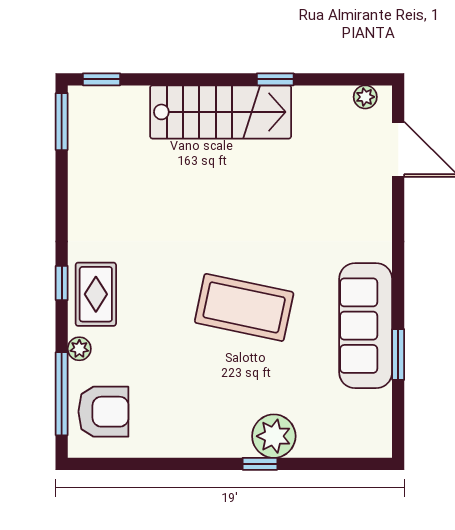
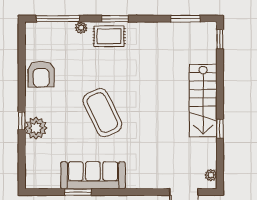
window: (62, 122) -> (185, 19), moved
window: (62, 283) -> (115, 19), width x1.50
coffee table: (244, 307) -> (102, 113), turned -38
armchair: (103, 412) -> (41, 74), moved

